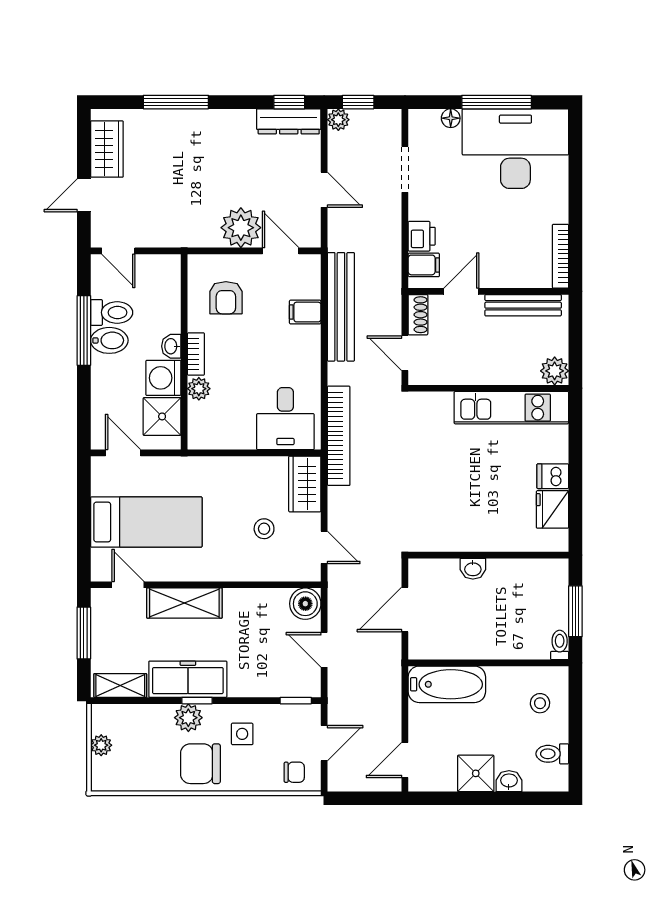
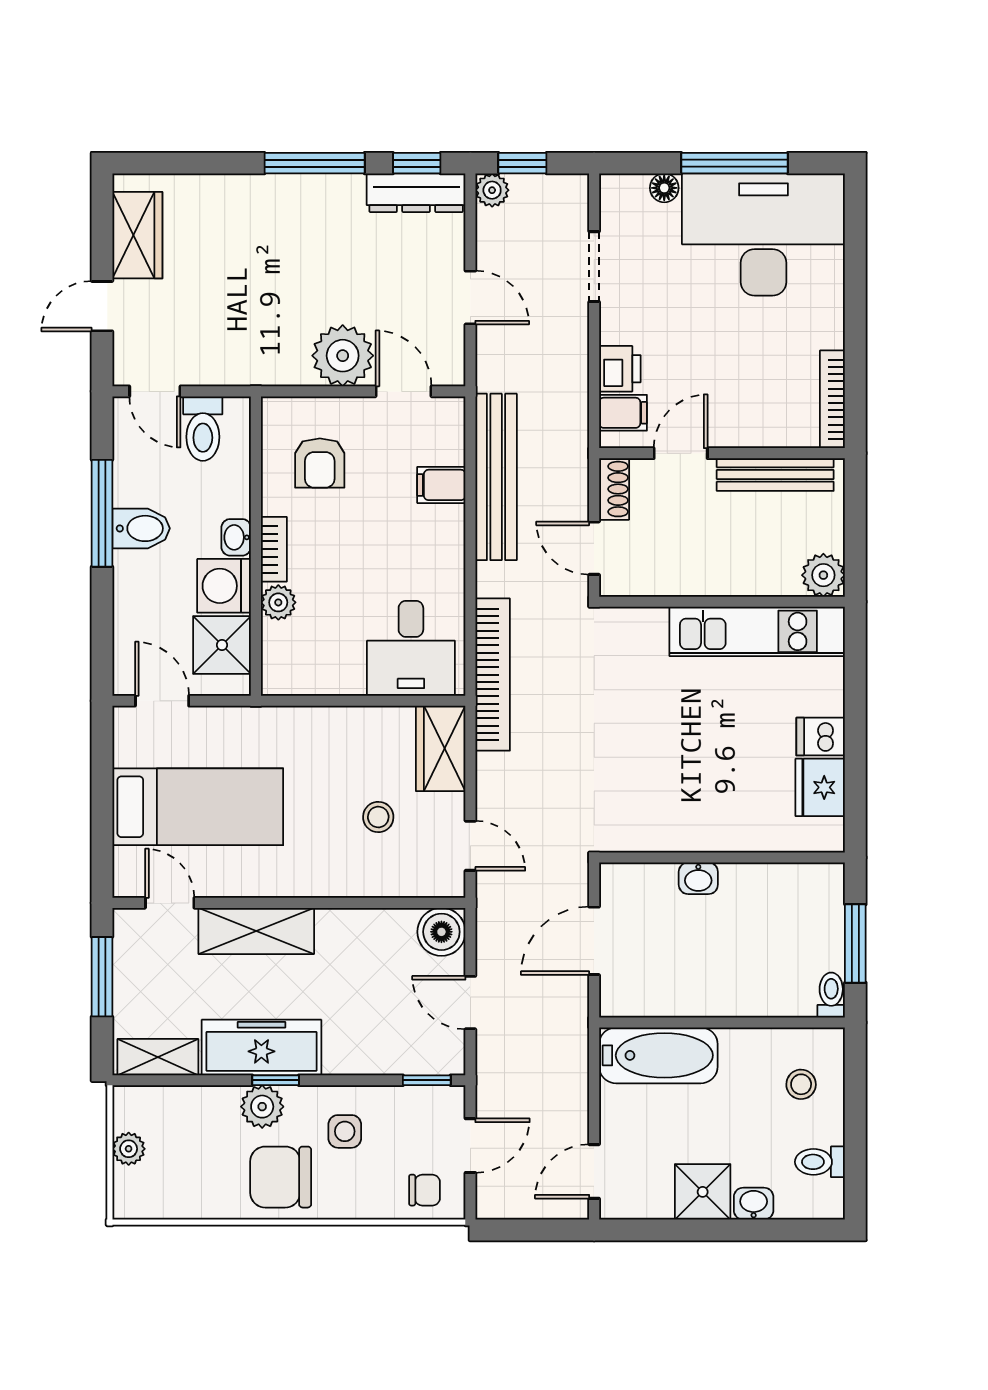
window: (176, 102) -> (315, 163), moved
toilet: (112, 312) -> (203, 429), moved, turned 90

